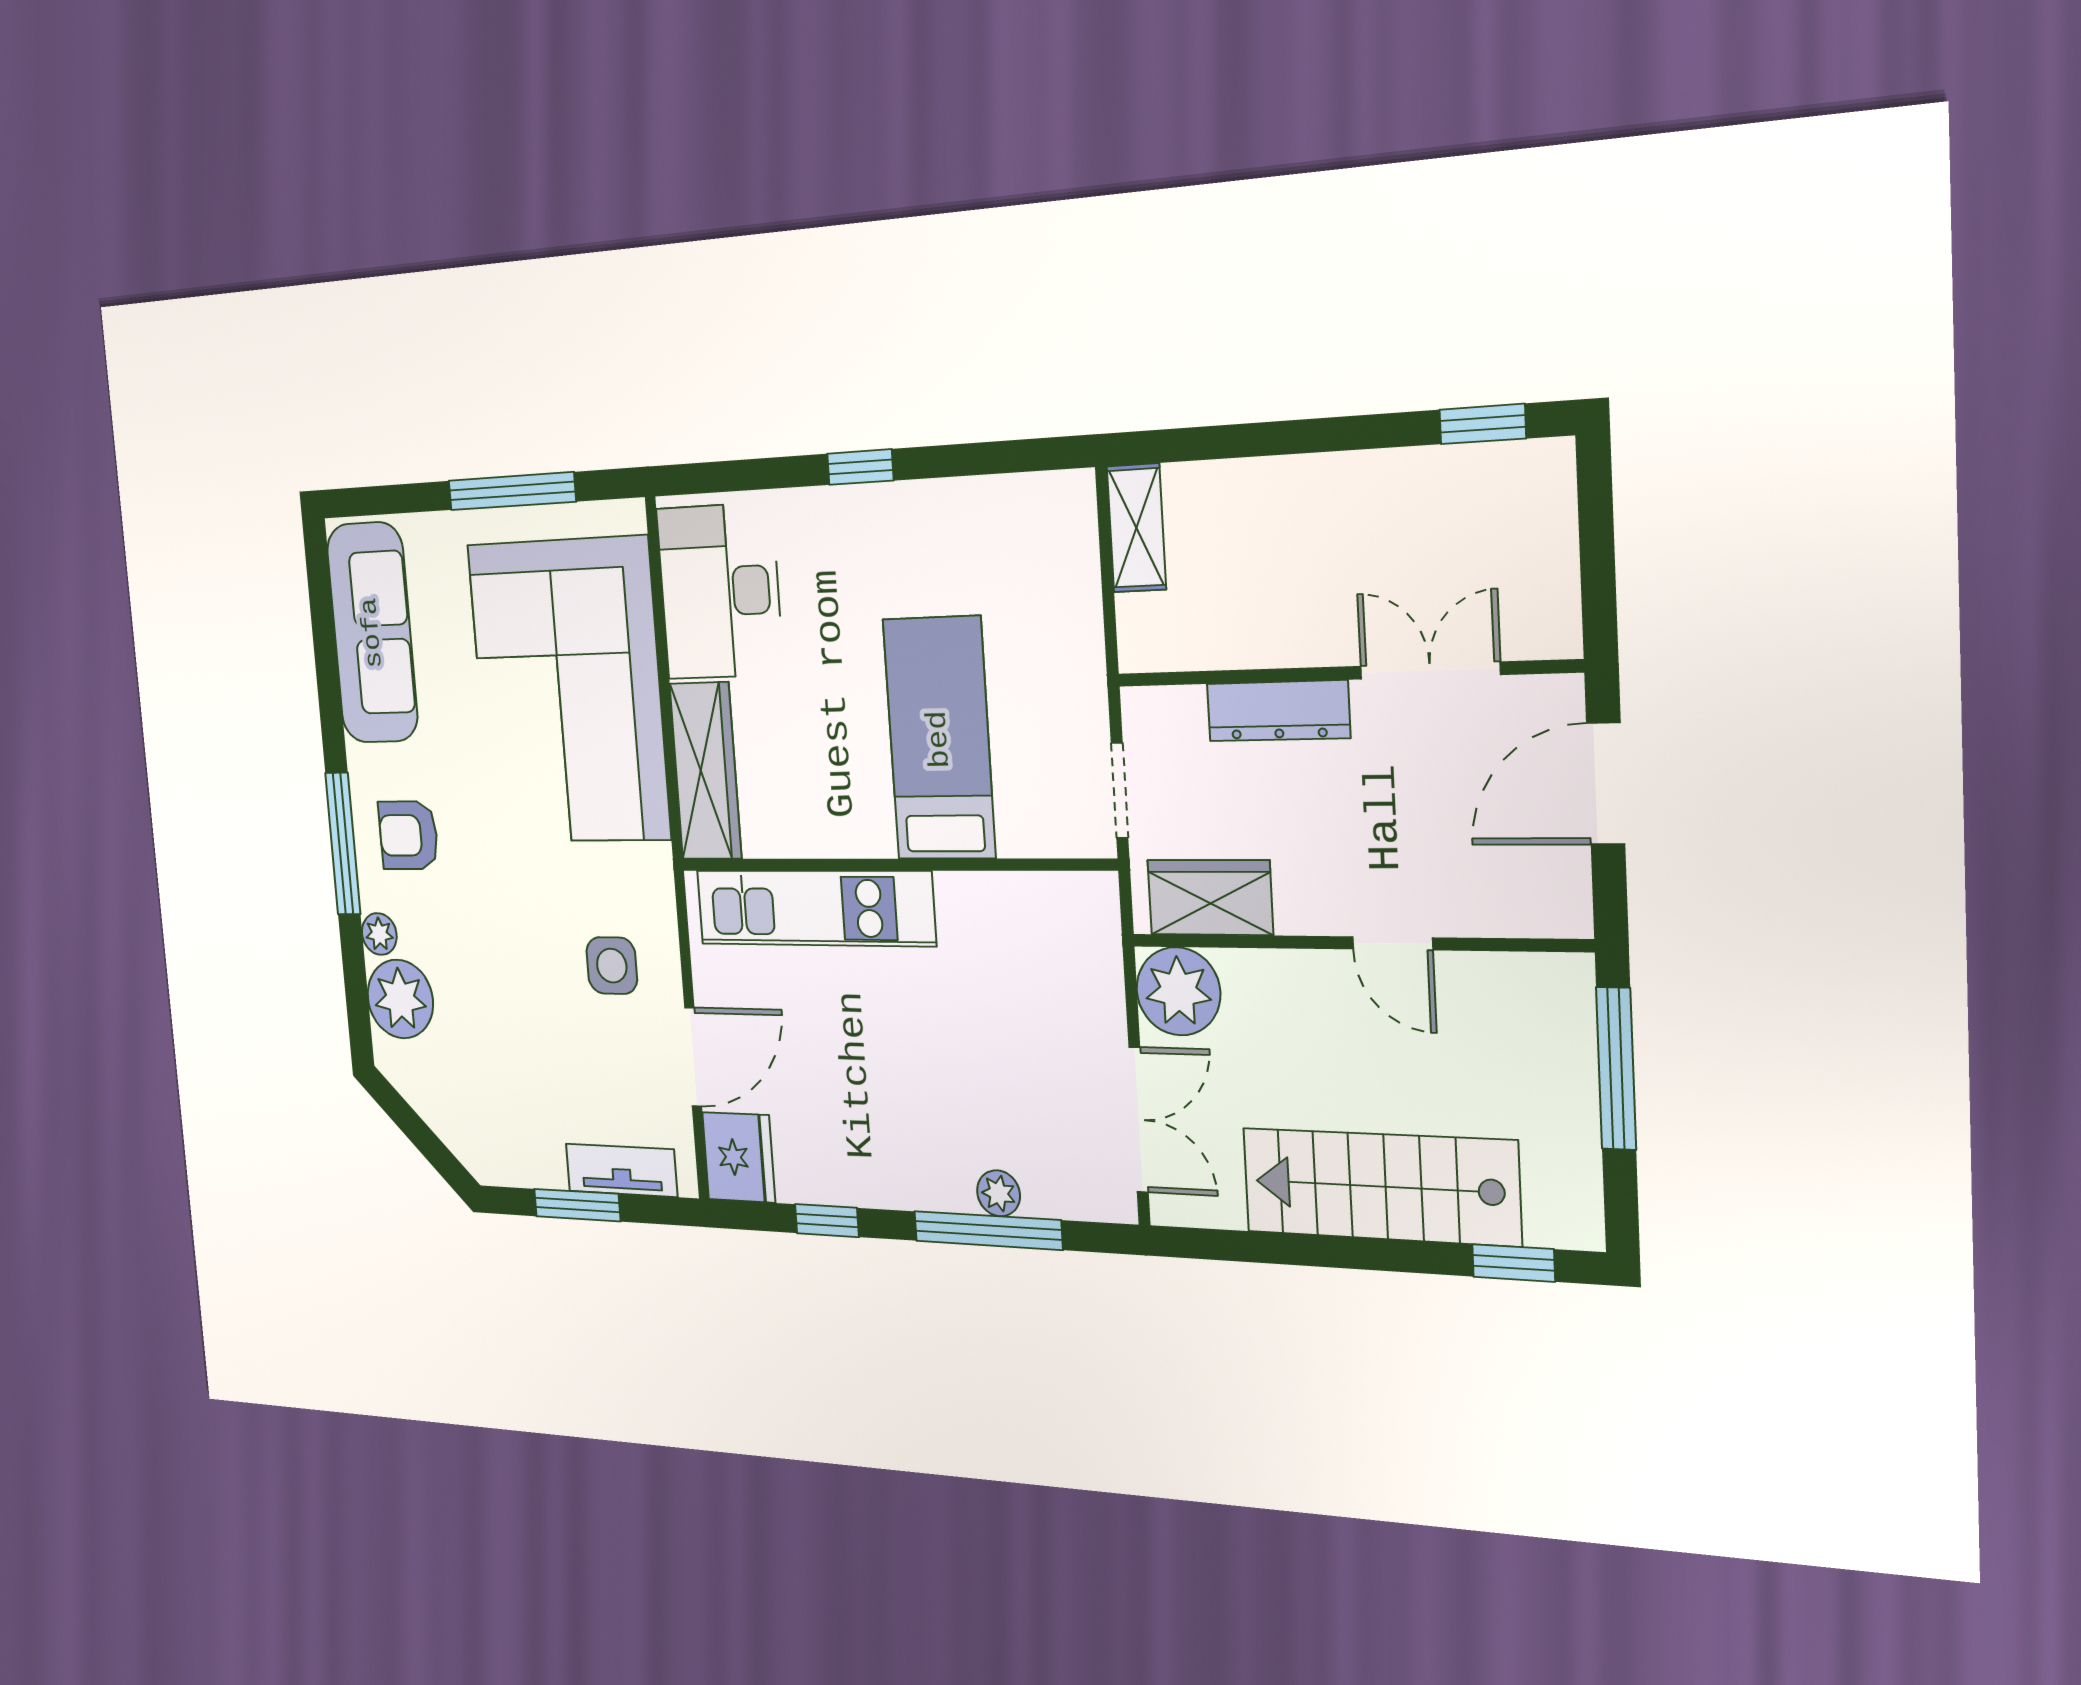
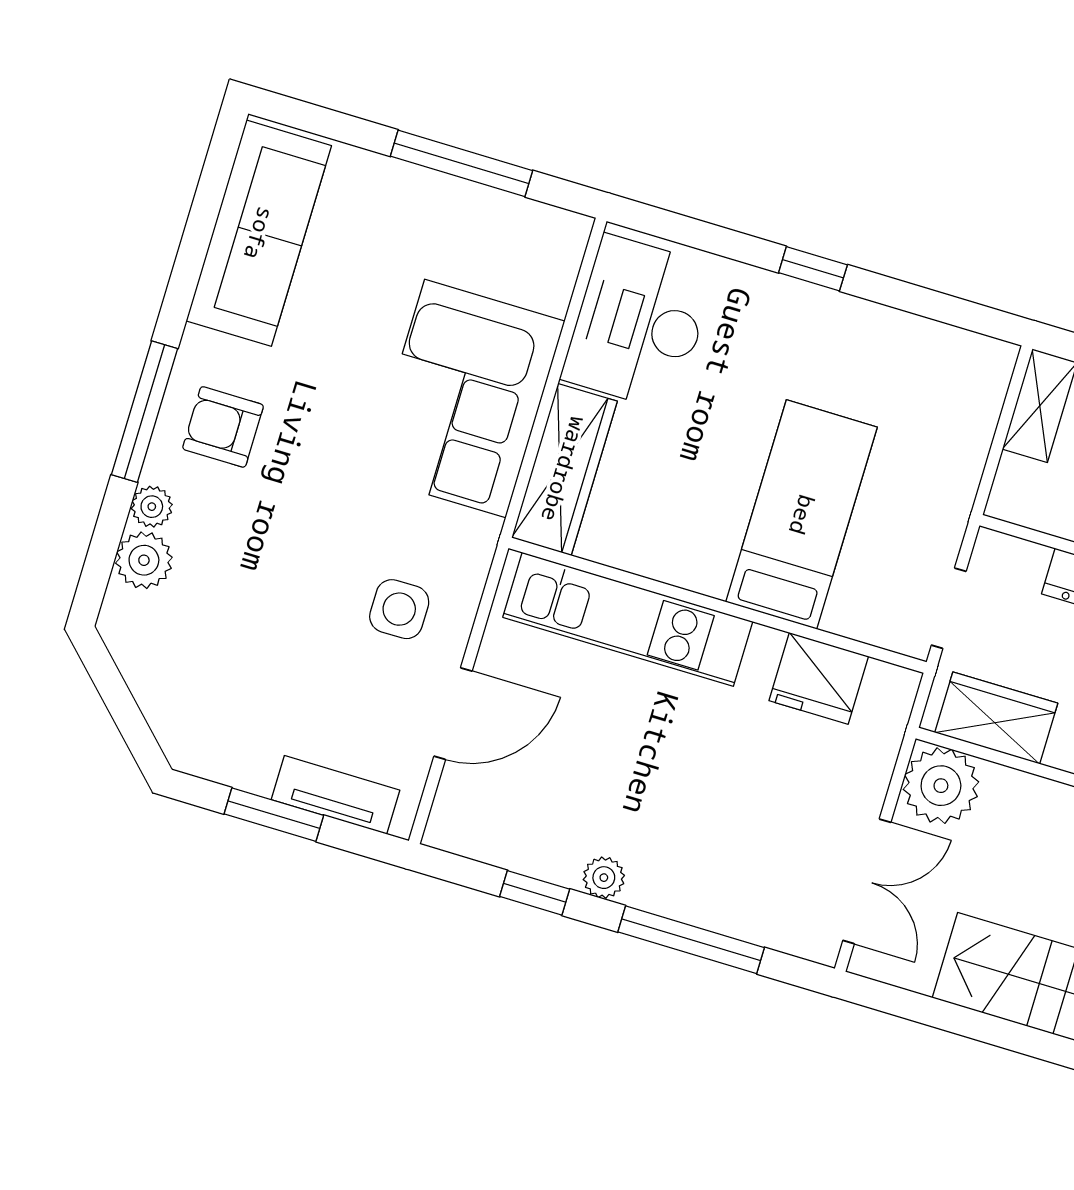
corner sofa: (569, 691) -> (465, 399), width x0.73, depth x0.74
plant: (400, 999) -> (144, 560), width x0.73, depth x0.73
fridge: (739, 1157) -> (819, 678), moved, turned 90
plant: (999, 1193) -> (604, 878), moved

